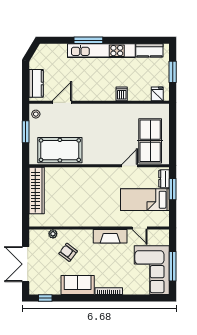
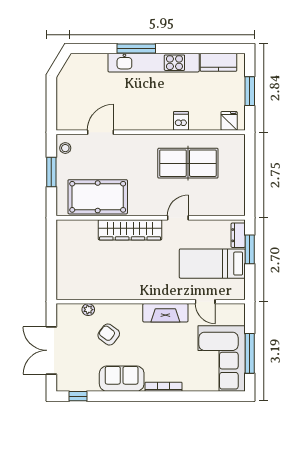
kitchen counter: (36, 83) -> (66, 107), removed
table tennis table: (150, 141) -> (188, 163), moved, turned 90
door: (130, 166) -> (178, 218), moved
wardrobe: (37, 190) -> (130, 230), moved, turned 90

